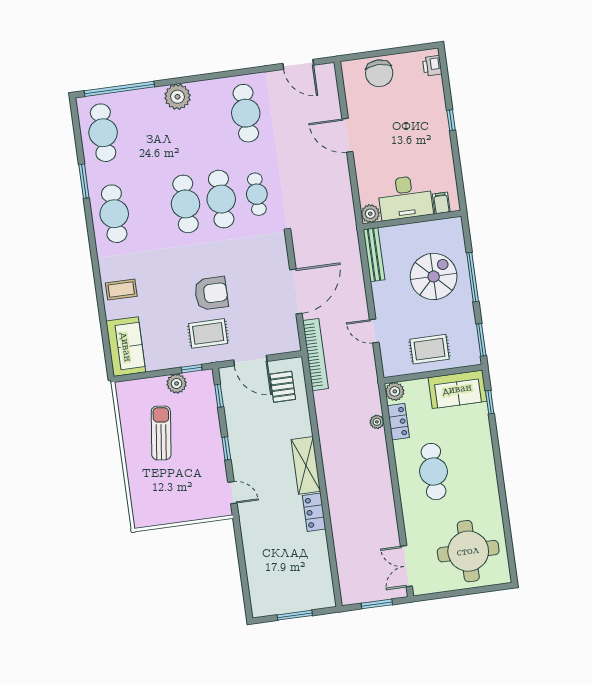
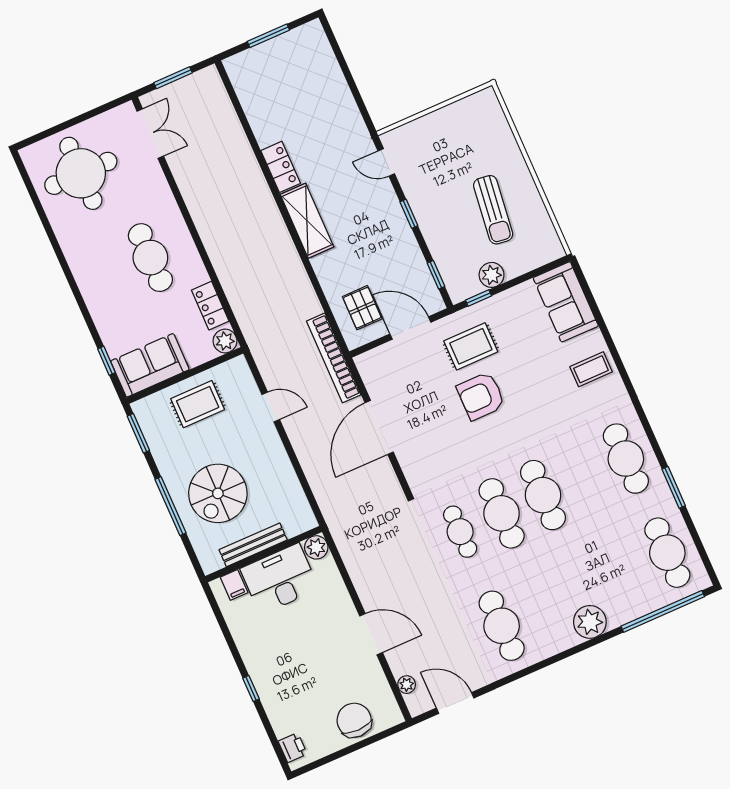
bench: (374, 255) -> (253, 545), moved, turned 90
plant: (377, 422) -> (407, 685), moved

